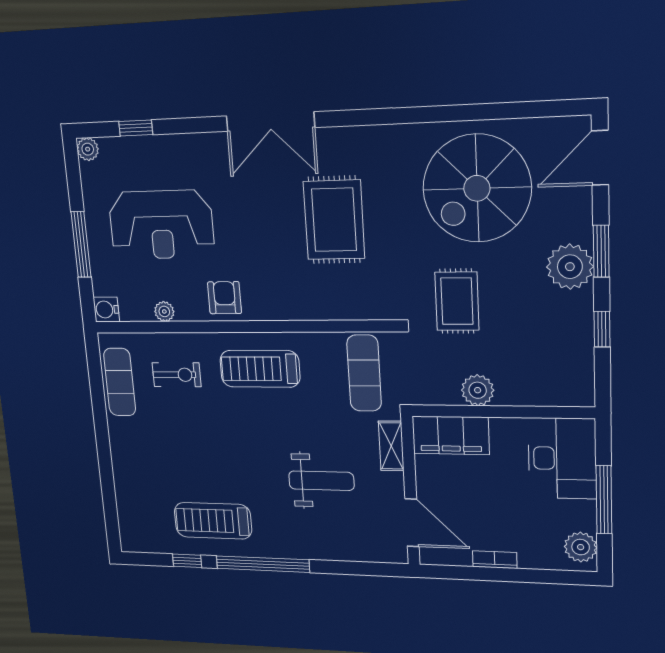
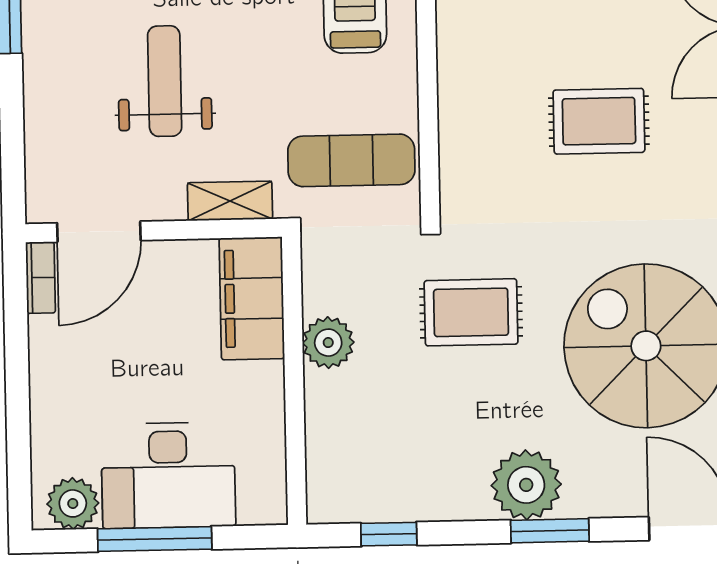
rug: (334, 220) -> (599, 121), width x0.73, depth x0.70
window: (602, 329) -> (389, 534), moved
desk: (562, 458) -> (168, 475), moved
weight bench: (321, 481) -> (165, 81), turned 180
bookcase: (495, 560) -> (41, 278), moved

